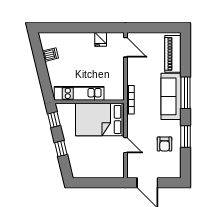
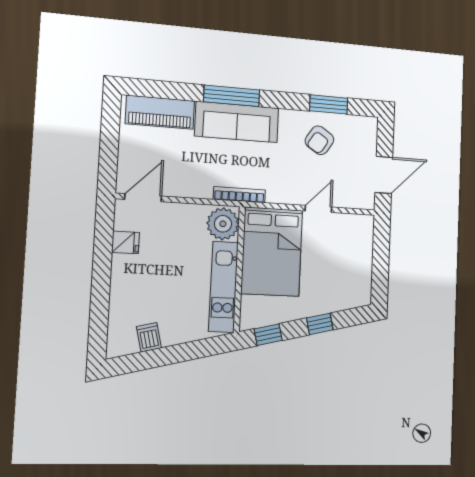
plant: (114, 91) -> (223, 224), added
window: (186, 137) -> (329, 104), moved
armchair: (165, 144) -> (319, 140), turned 123

